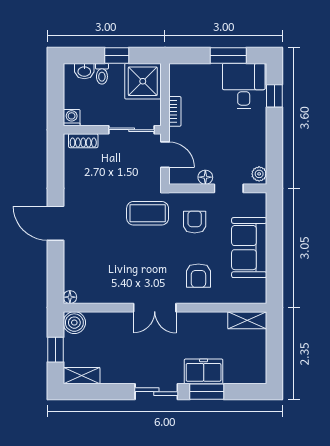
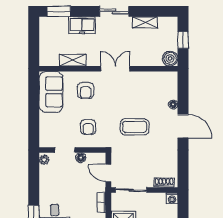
coffee table: (148, 213) -> (135, 127), moved
sofa: (249, 248) -> (51, 92), moved
armchair: (198, 276) -> (86, 91), turned 180
floor lamp: (70, 297) -> (173, 105), moved
shelving: (247, 320) -> (73, 60), moved
shelving: (82, 376) -> (145, 22), moved
window: (207, 392) -> (59, 11), moved

